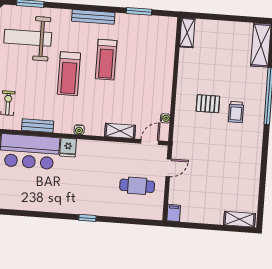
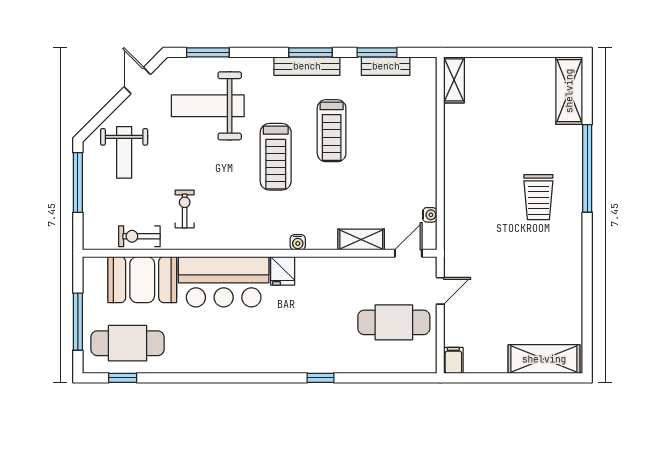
window: (96, 8) -> (310, 52), added
pallet: (208, 104) -> (494, 187), removed
trolley: (236, 112) -> (538, 197), width x1.36, depth x1.39
bench: (38, 126) -> (386, 66), moved
cafe table: (137, 186) -> (394, 322), width x1.37, depth x1.35
shelving: (239, 219) -> (544, 359), width x1.50, depth x1.33

